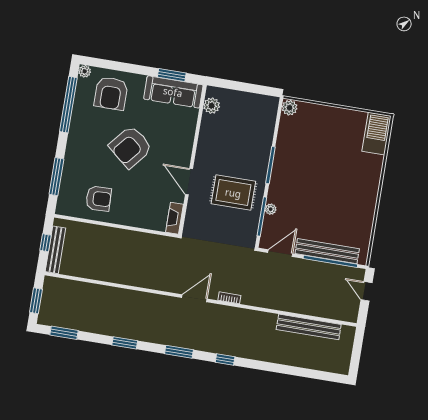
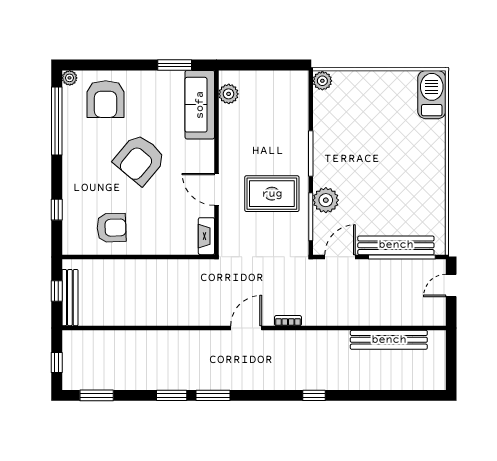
sofa: (173, 92) -> (200, 105), moved, turned 90
window: (56, 177) -> (57, 210), width x0.46
plant: (271, 209) -> (326, 200), width x1.88, depth x1.88
door: (367, 291) -> (451, 286), hinge flipped
window: (36, 301) -> (57, 362), width x0.67
window: (179, 352) -> (213, 395), moved
window: (225, 359) -> (314, 395), moved

